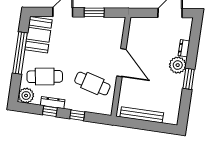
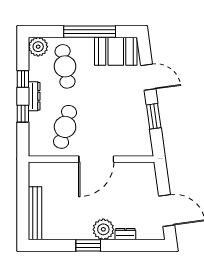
dresser: (53, 103) -> (34, 96), moved
bench: (142, 115) -> (35, 213), moved

